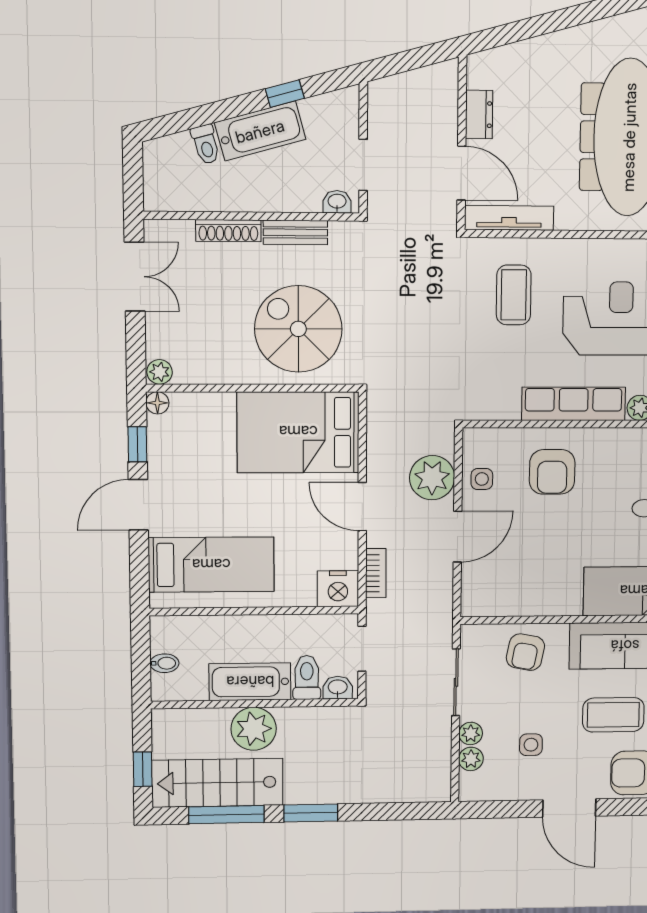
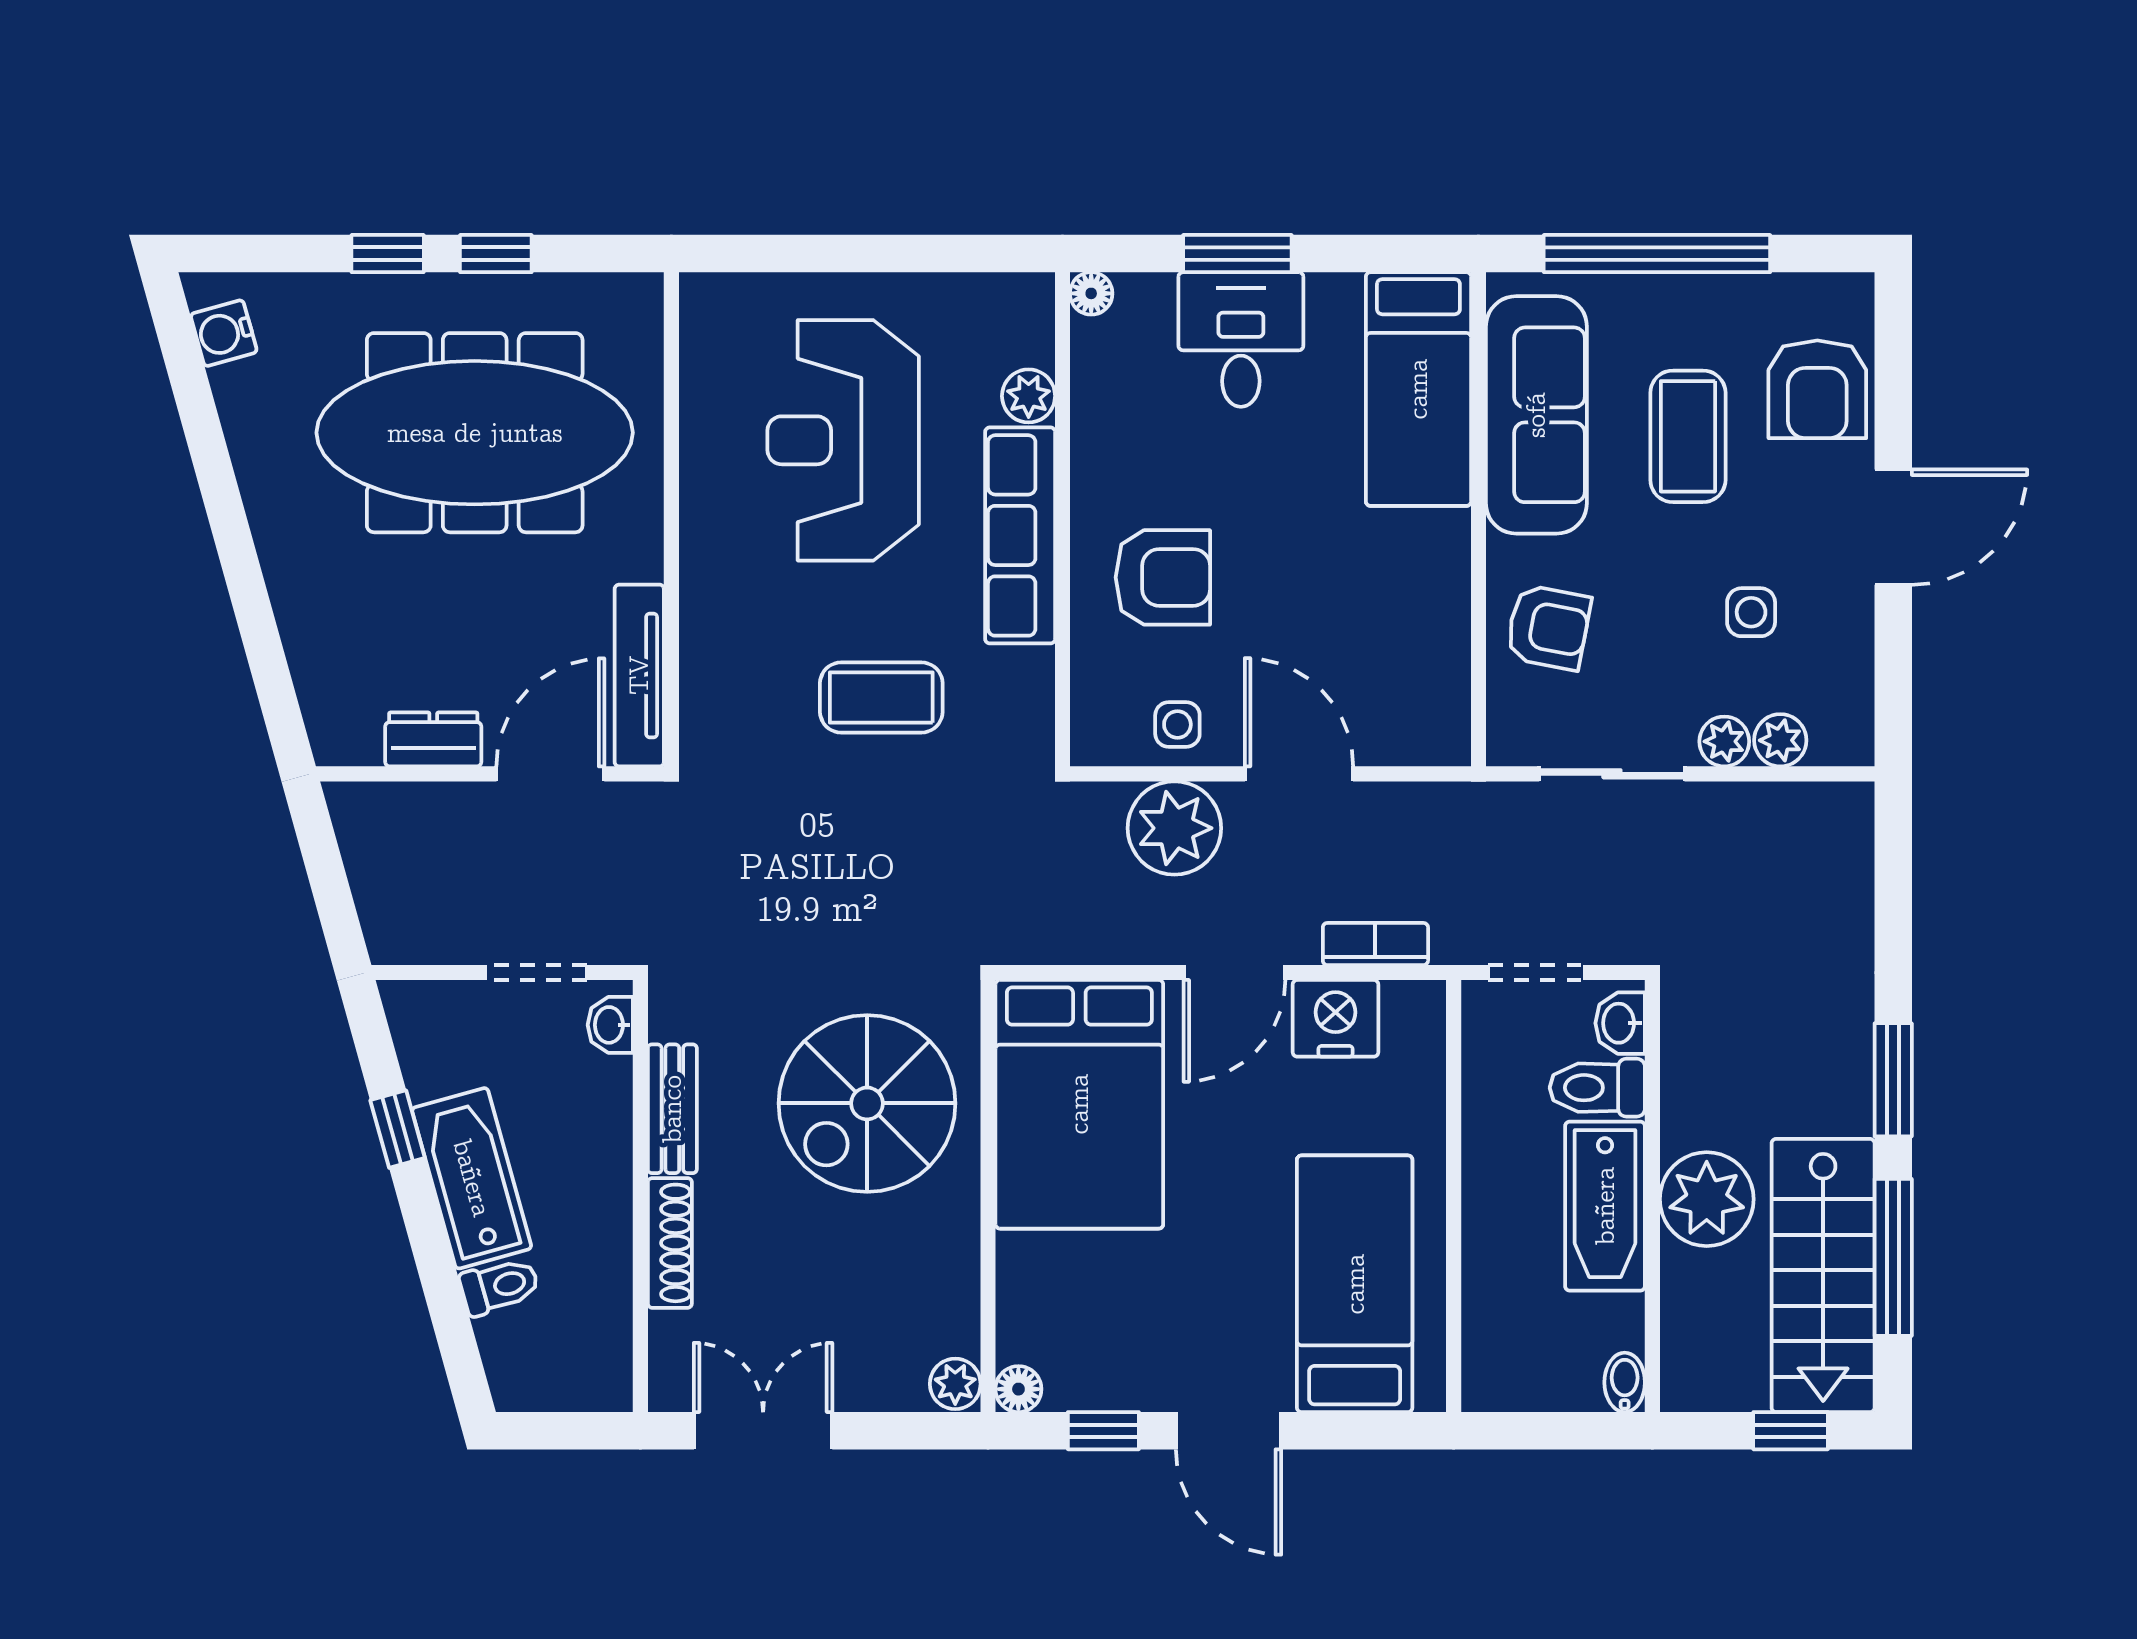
coffee table: (514, 295) -> (881, 698), moved
nightstand: (338, 589) -> (1336, 1018), moved, turned -90
bidet: (164, 663) -> (1625, 1382), moved

